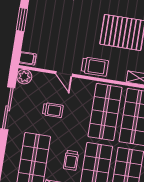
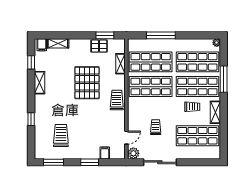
filing cabinet: (28, 58) -> (105, 153), moved
door: (64, 74) -> (126, 138), moved

